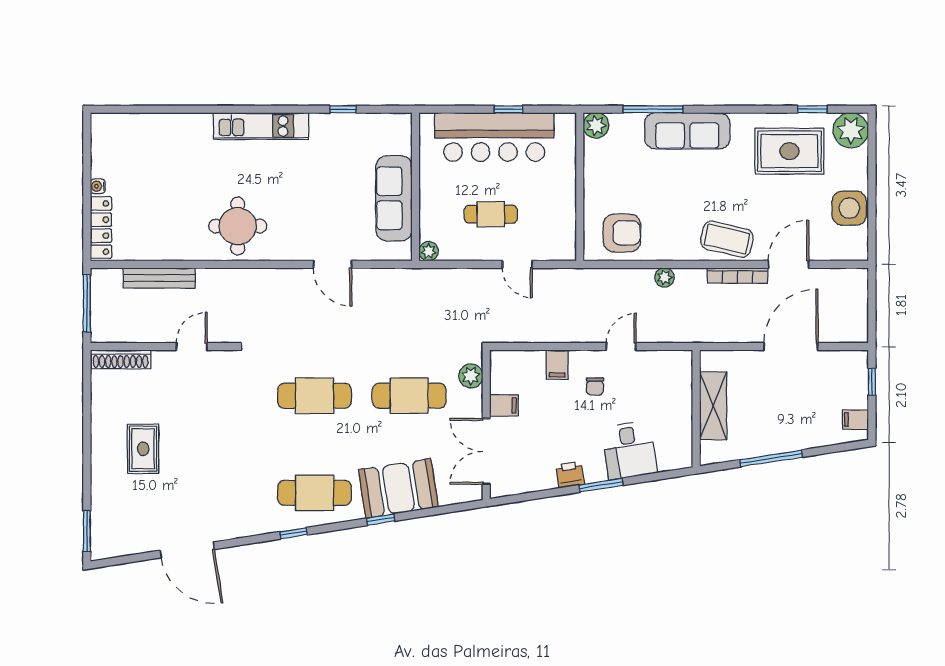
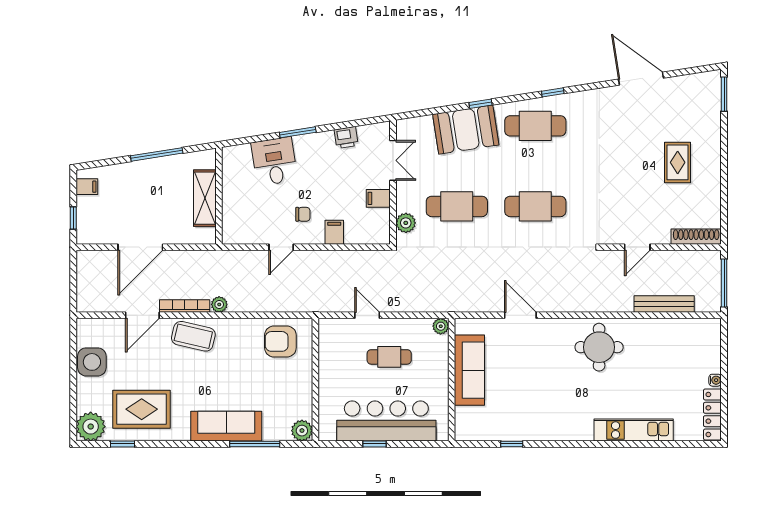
kitchen unit: (261, 126) -> (634, 430), moved
locker: (101, 228) -> (712, 414), moved
plant: (665, 277) -> (219, 304), moved
chair: (595, 386) -> (303, 214), turned 90
double door: (486, 451) -> (393, 160), width x0.73
printer: (570, 475) -> (346, 138), moved

